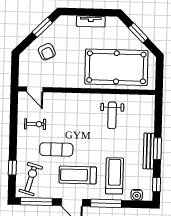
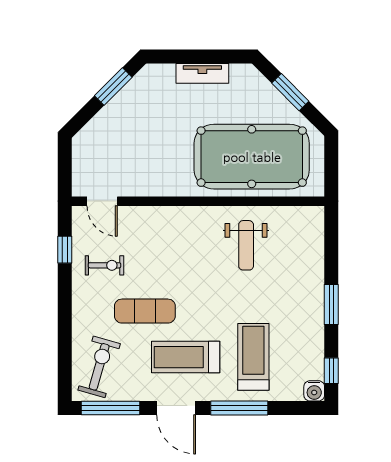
armchair: (47, 52) -> (123, 131), removed
bench: (149, 151) -> (315, 310), removed
window: (12, 168) -> (65, 250), moved
water cooler: (137, 195) -> (314, 391), moved

